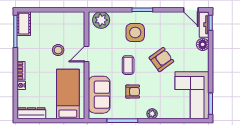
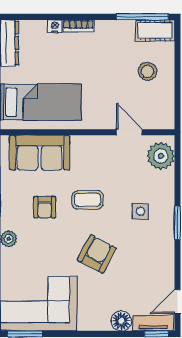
side table: (135, 33) -> (141, 211), width x0.54, depth x0.54
stool: (58, 50) -> (147, 71), moved
door: (87, 54) -> (129, 132), moved
armchair: (161, 60) -> (97, 254), turned -116

